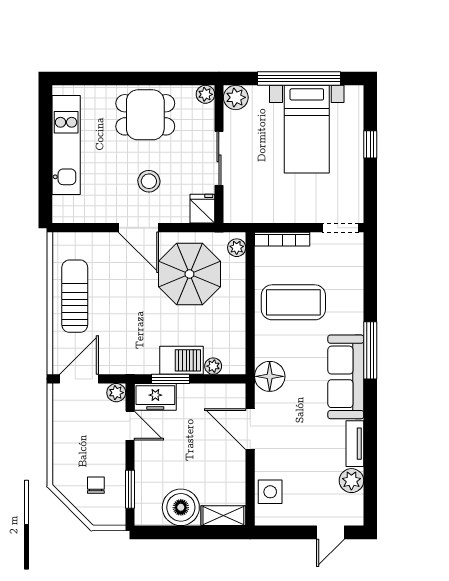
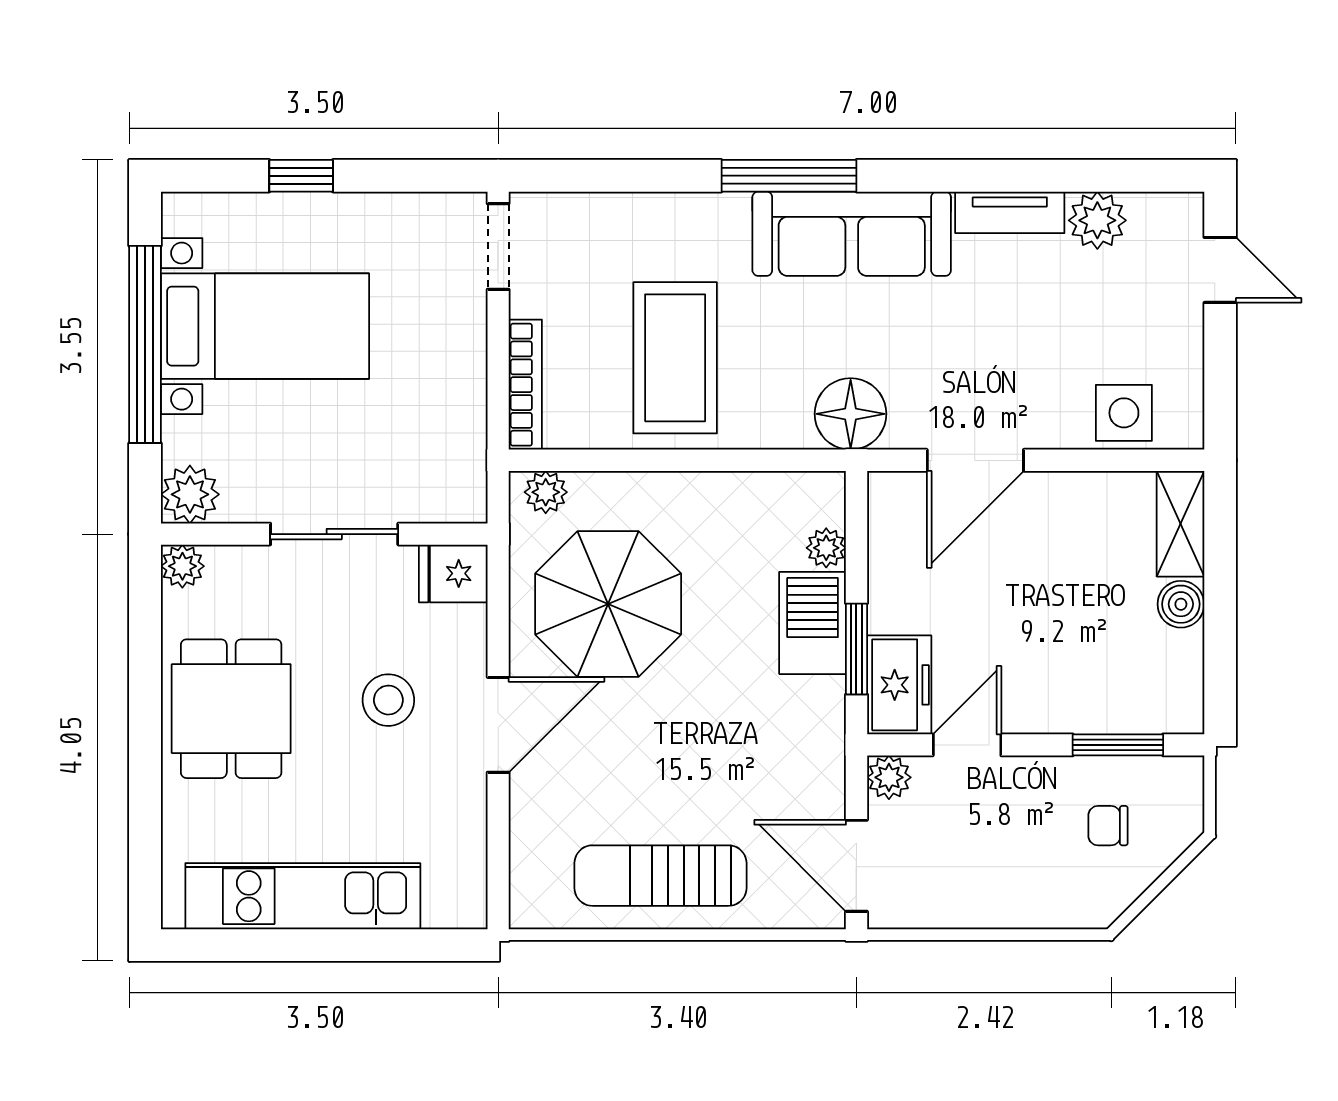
boiler: (181, 507) -> (1181, 604), width x0.54, depth x0.54

